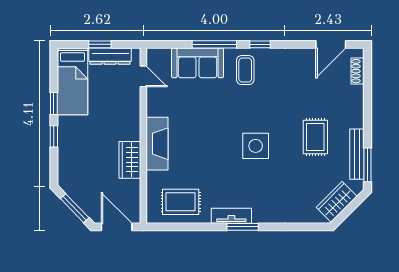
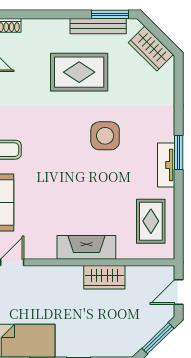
rug: (315, 137) -> (79, 72), width x1.36, depth x1.43
side table: (256, 146) -> (105, 136), moved
door: (117, 227) -> (179, 292), width x0.73

